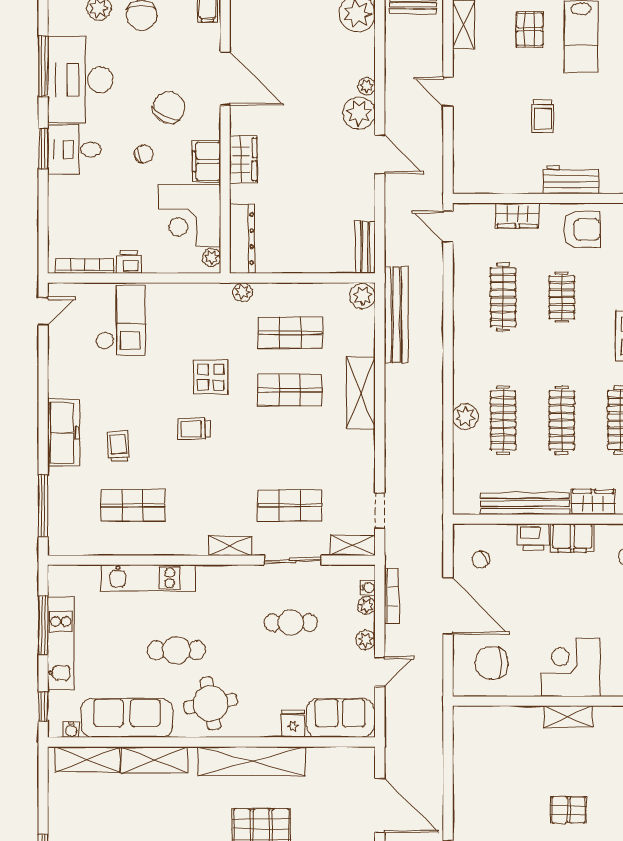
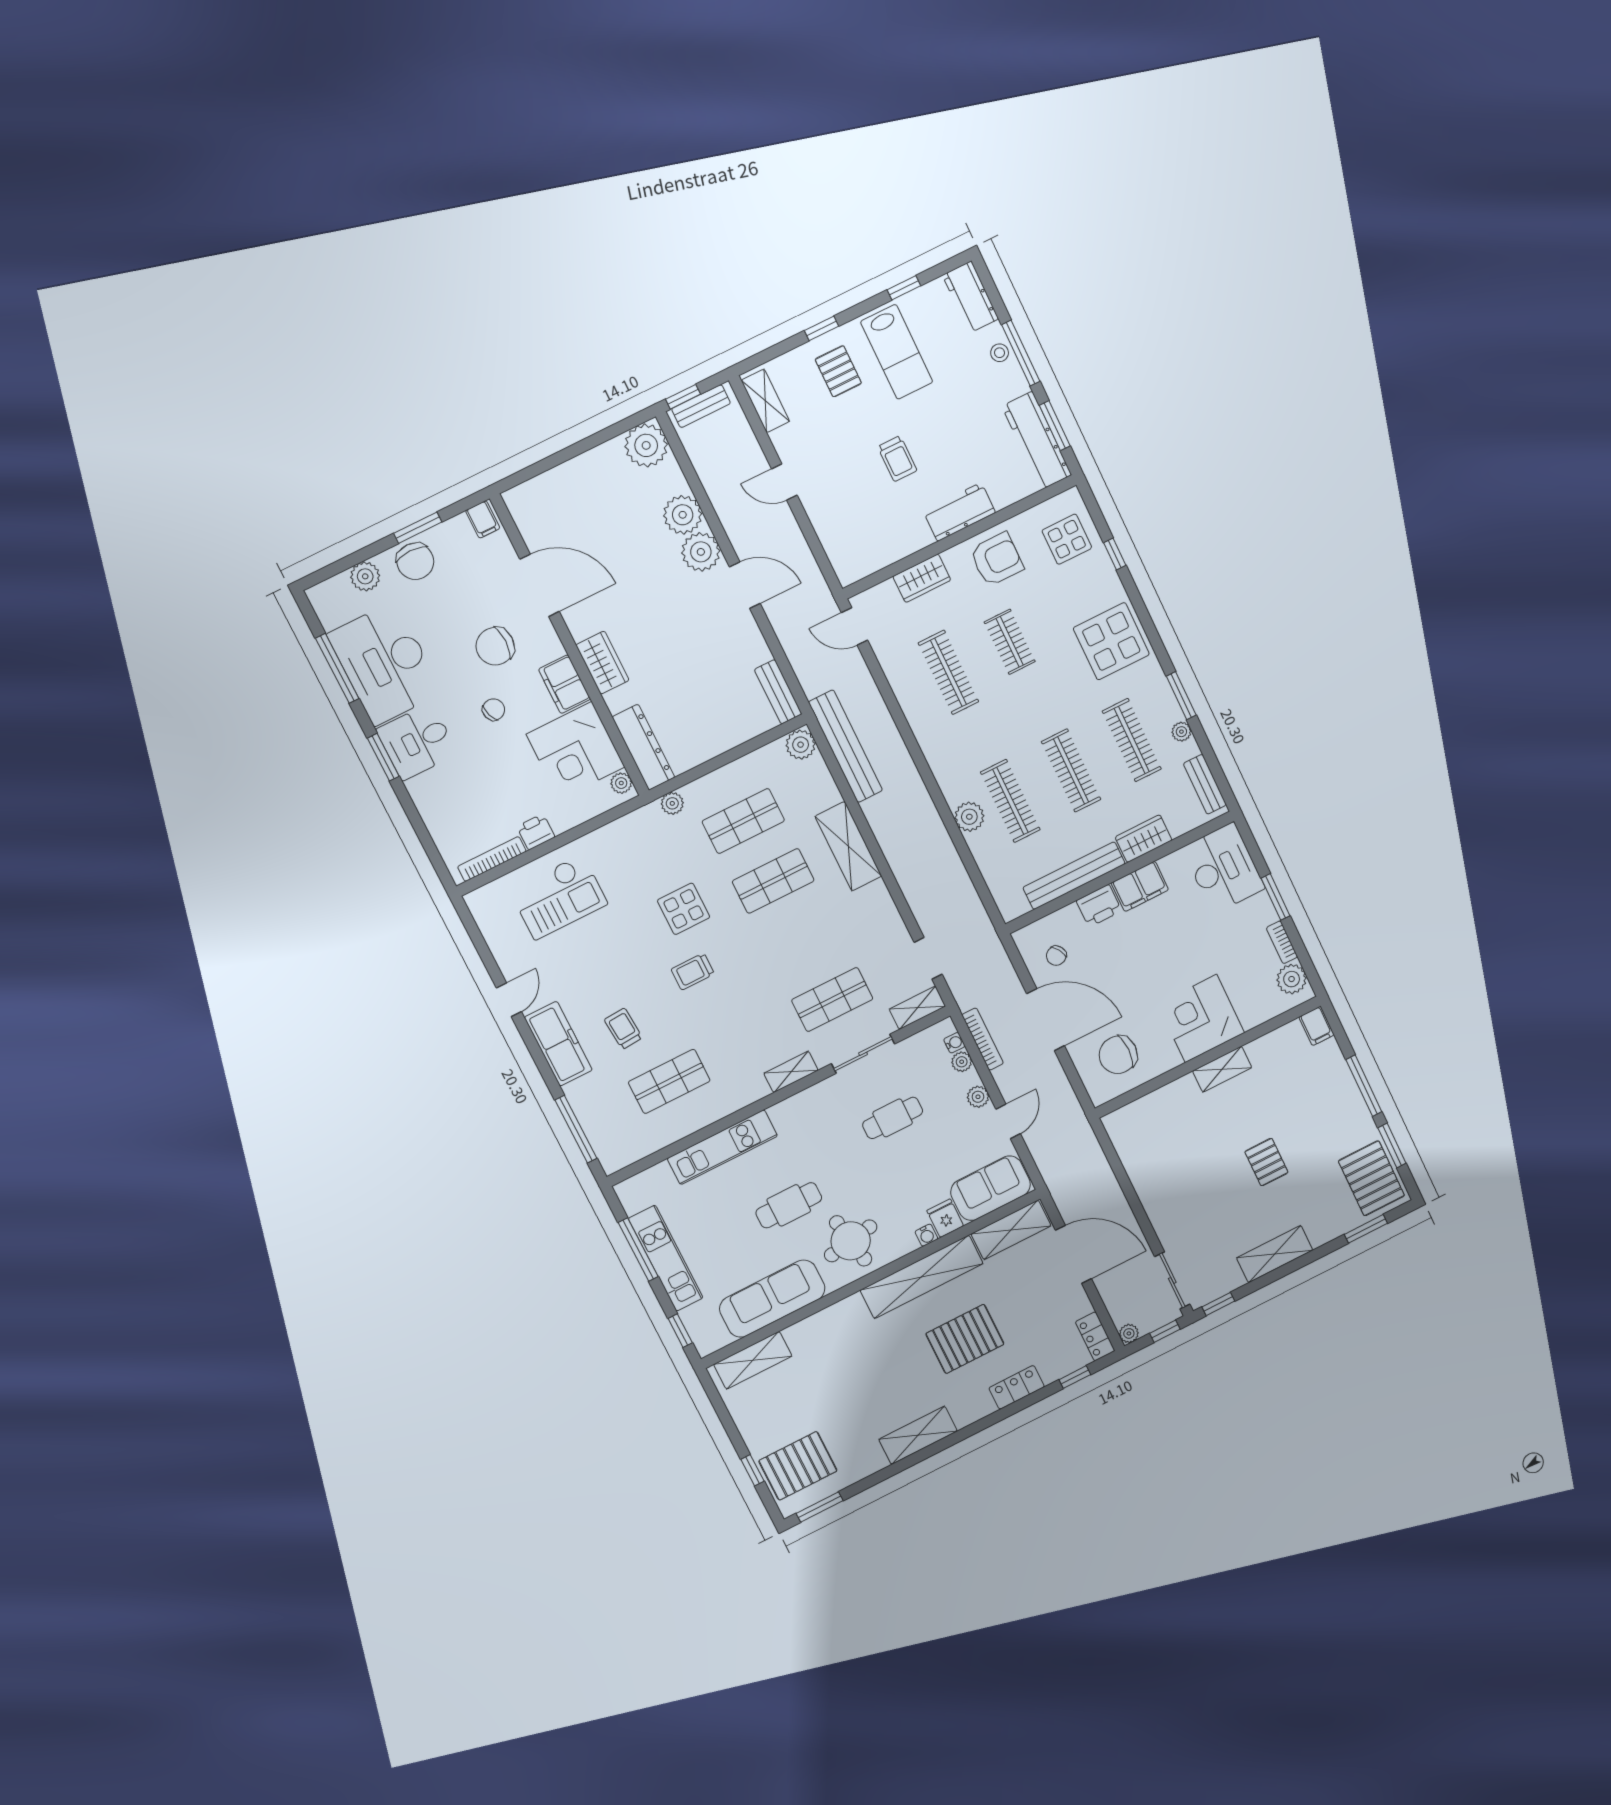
plant: (367, 86) -> (683, 515), width x1.88, depth x1.88
chair: (169, 107) -> (495, 646), turned -116
door: (43, 311) -> (509, 1000), moved
checkout: (121, 320) -> (559, 897), turned 90
water cooler: (71, 730) -> (926, 1235), moved
shelving: (154, 760) -> (1011, 1230), moved
pallet: (569, 810) -> (1266, 1162), turned 90

